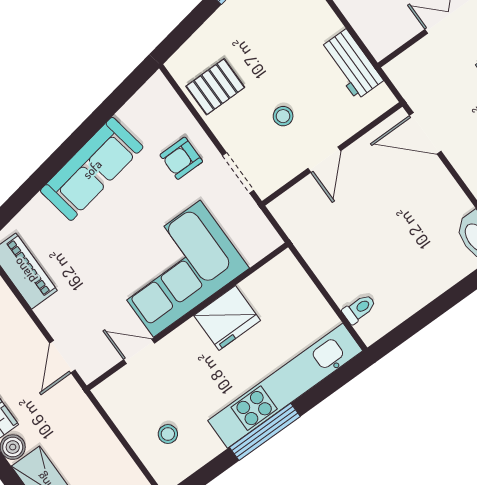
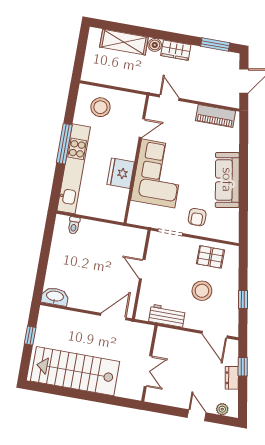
pallet: (215, 87) -> (210, 257), turned 90
stool: (283, 116) -> (202, 291), moved, width x1.89, depth x1.89
armchair: (181, 158) -> (197, 217), turned 180
stool: (168, 434) -> (100, 107), width x1.89, depth x1.89

